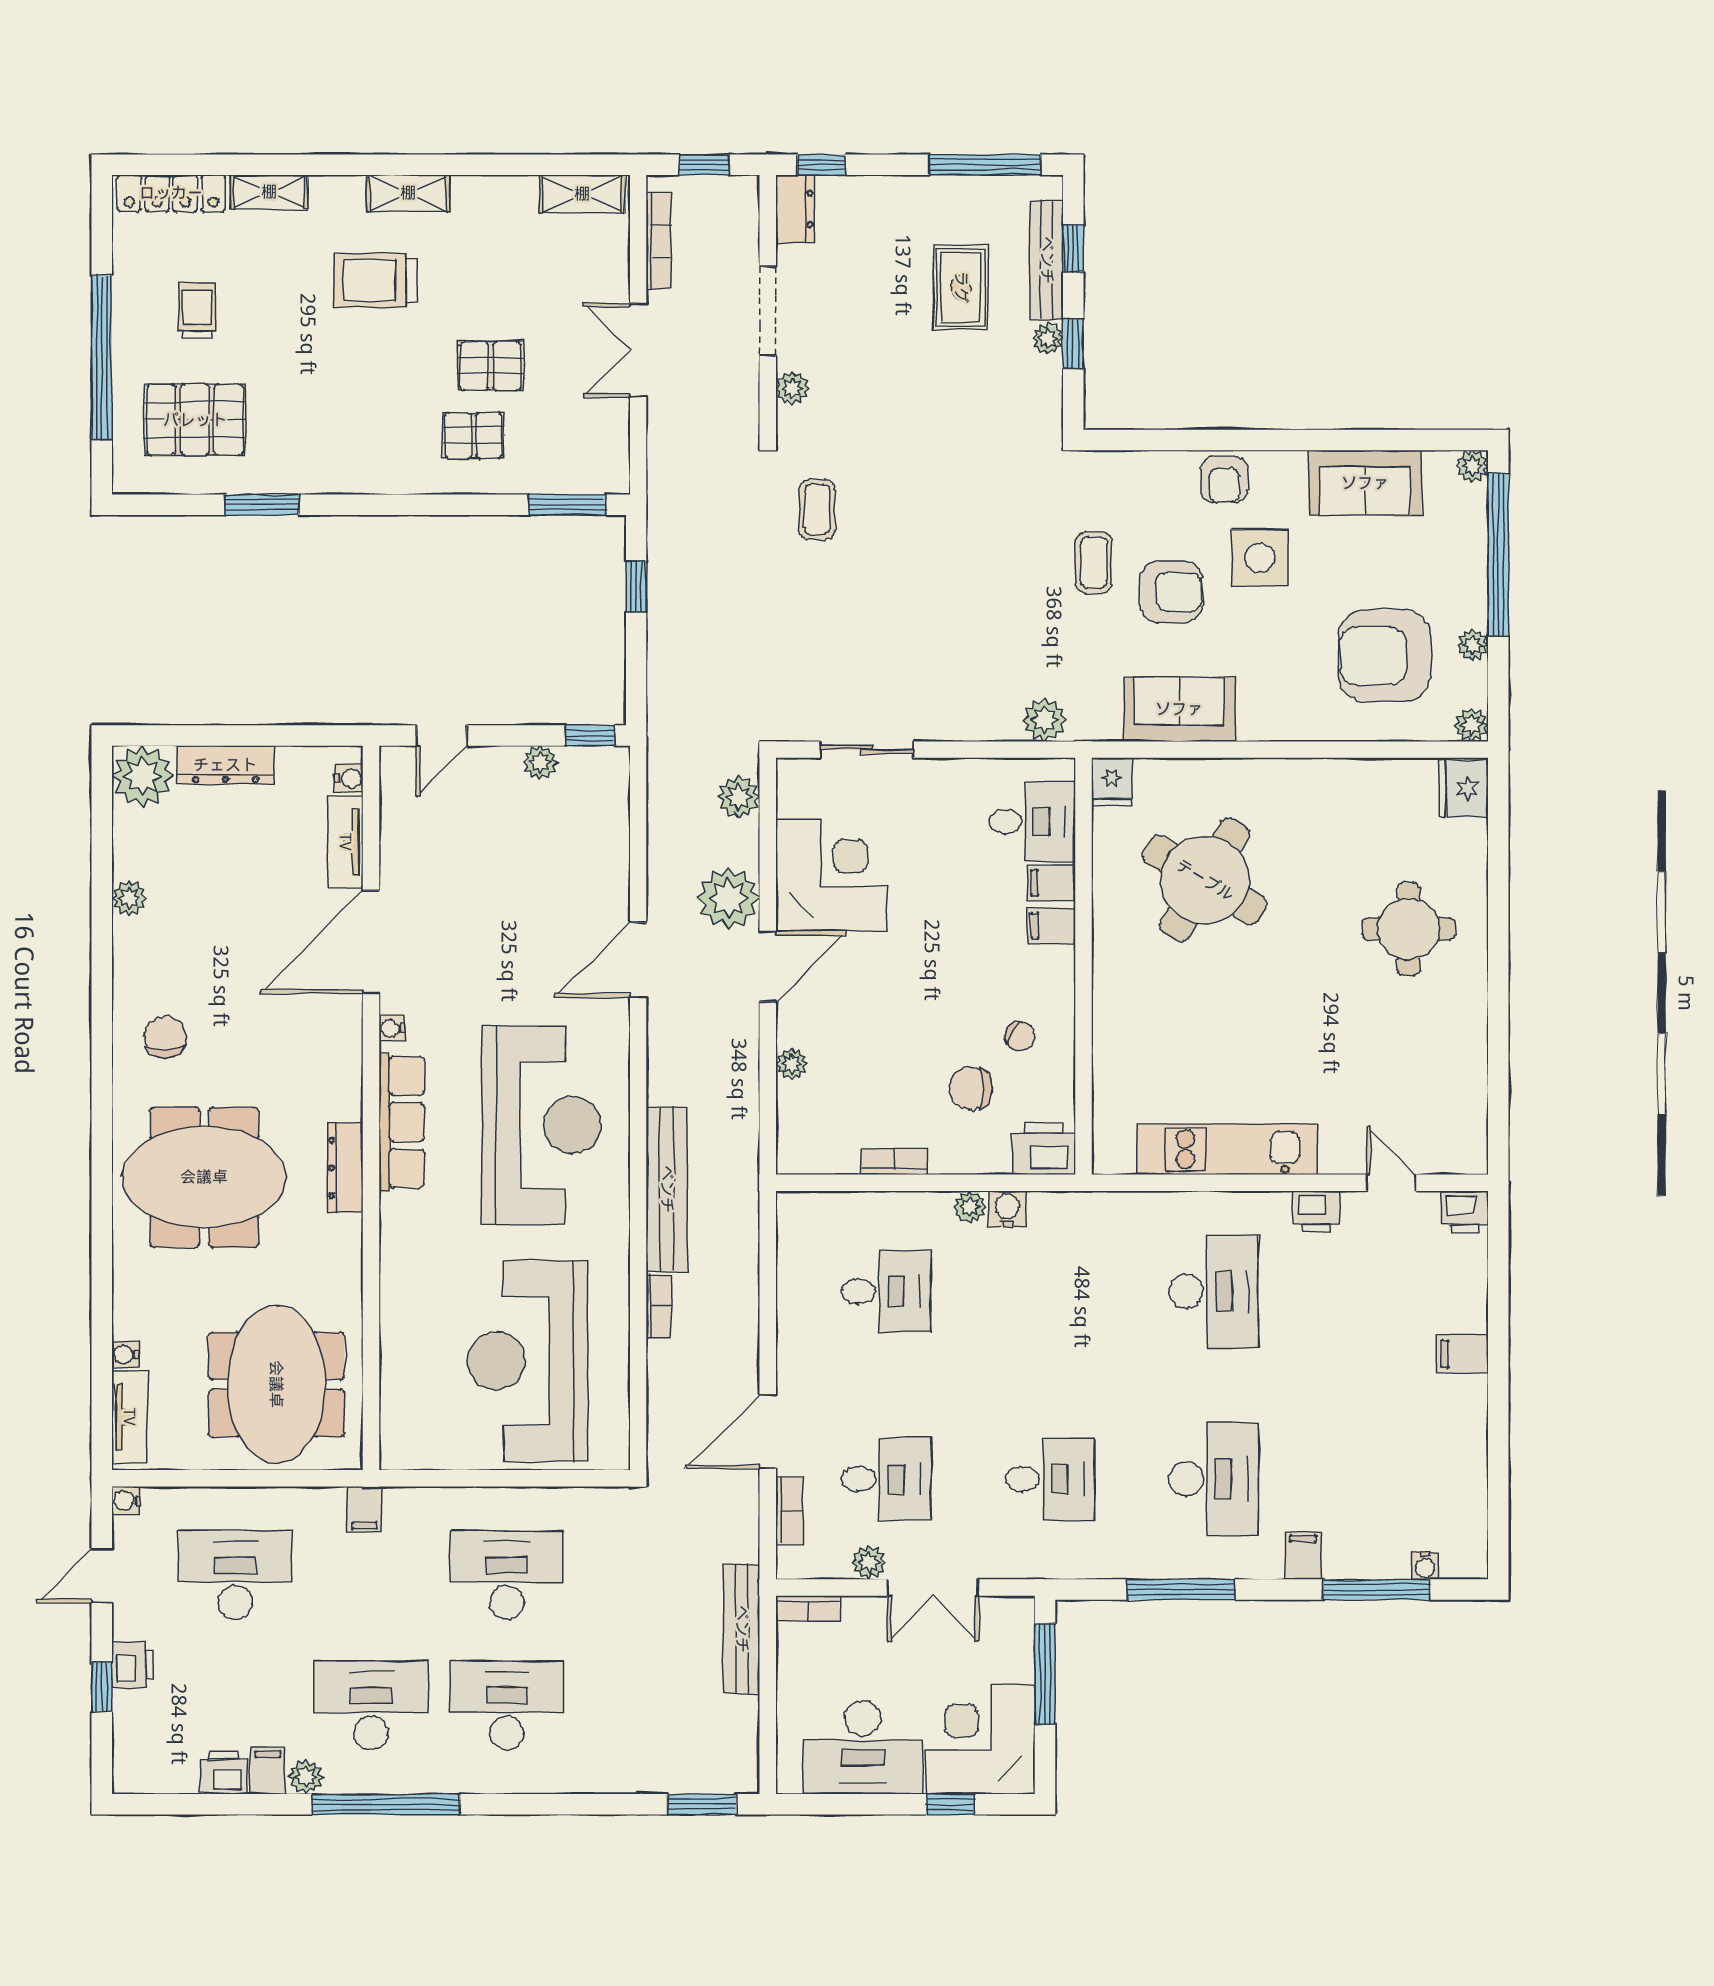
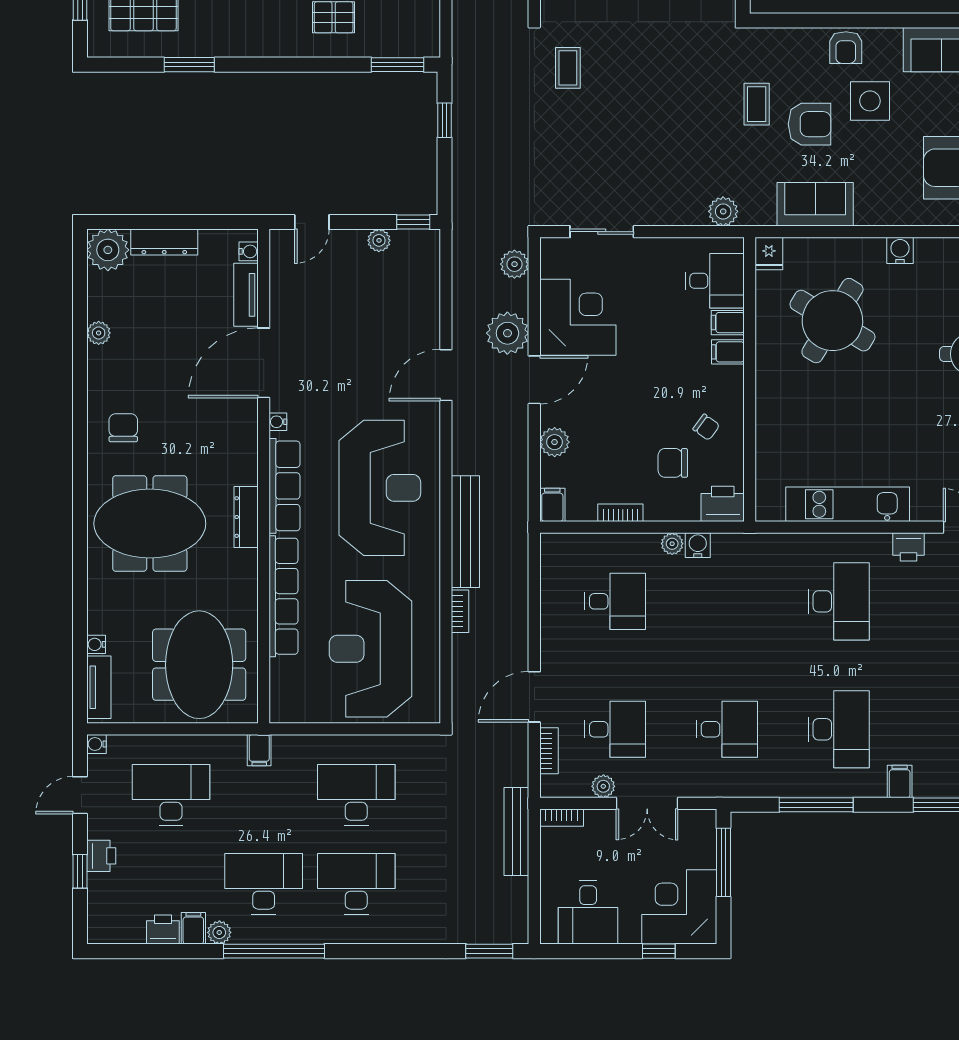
water cooler: (1304, 777) -> (900, 250), added
plant: (791, 1064) -> (555, 442), width x1.38, depth x1.38
filing cabinet: (794, 1150) -> (552, 505), added
row of seats: (400, 1284) -> (283, 596), added
desk: (863, 1747) -> (588, 912), width x0.73

